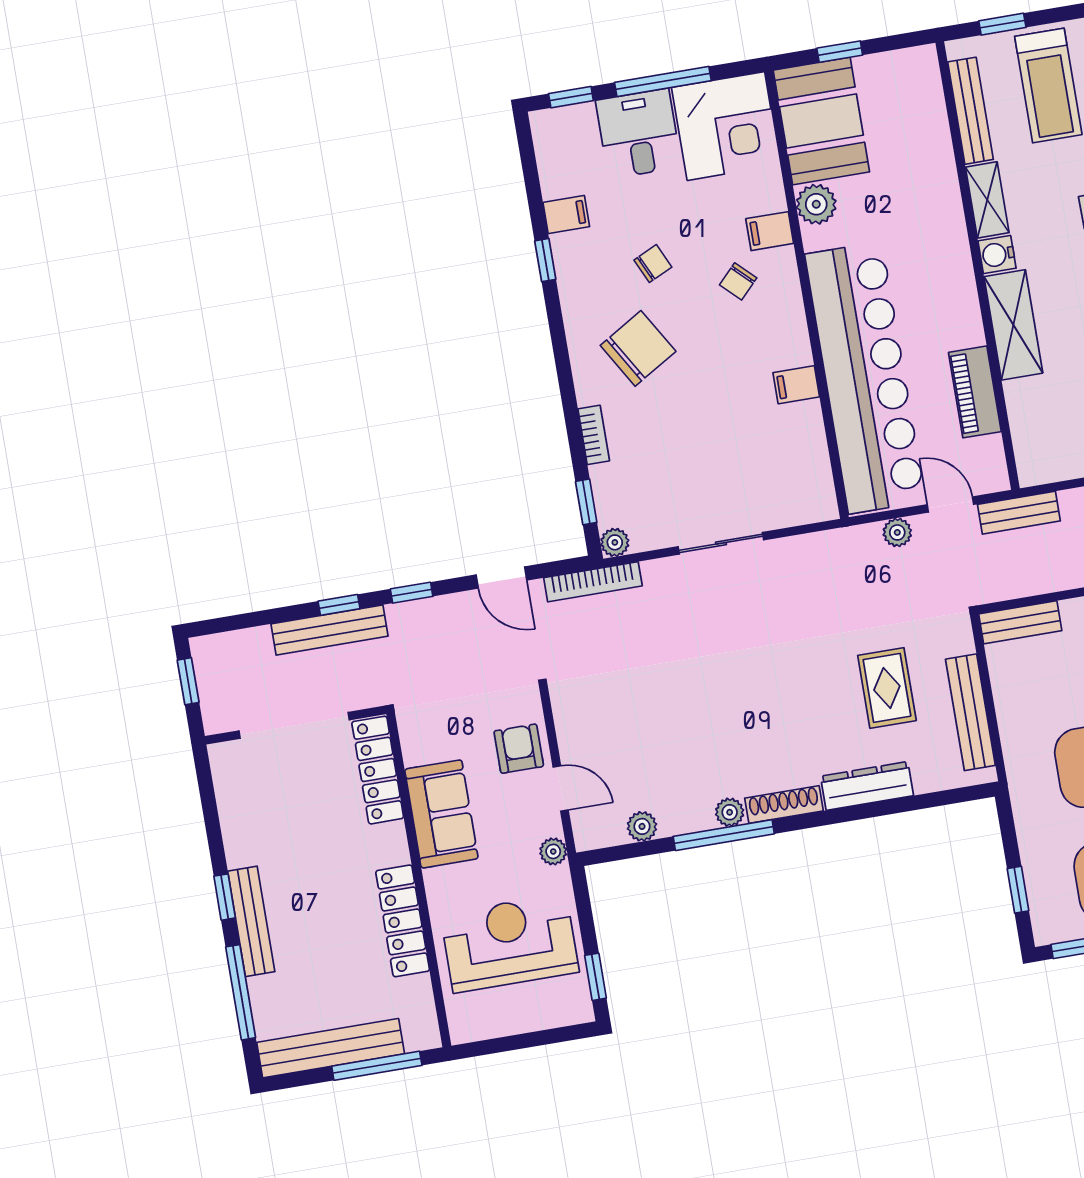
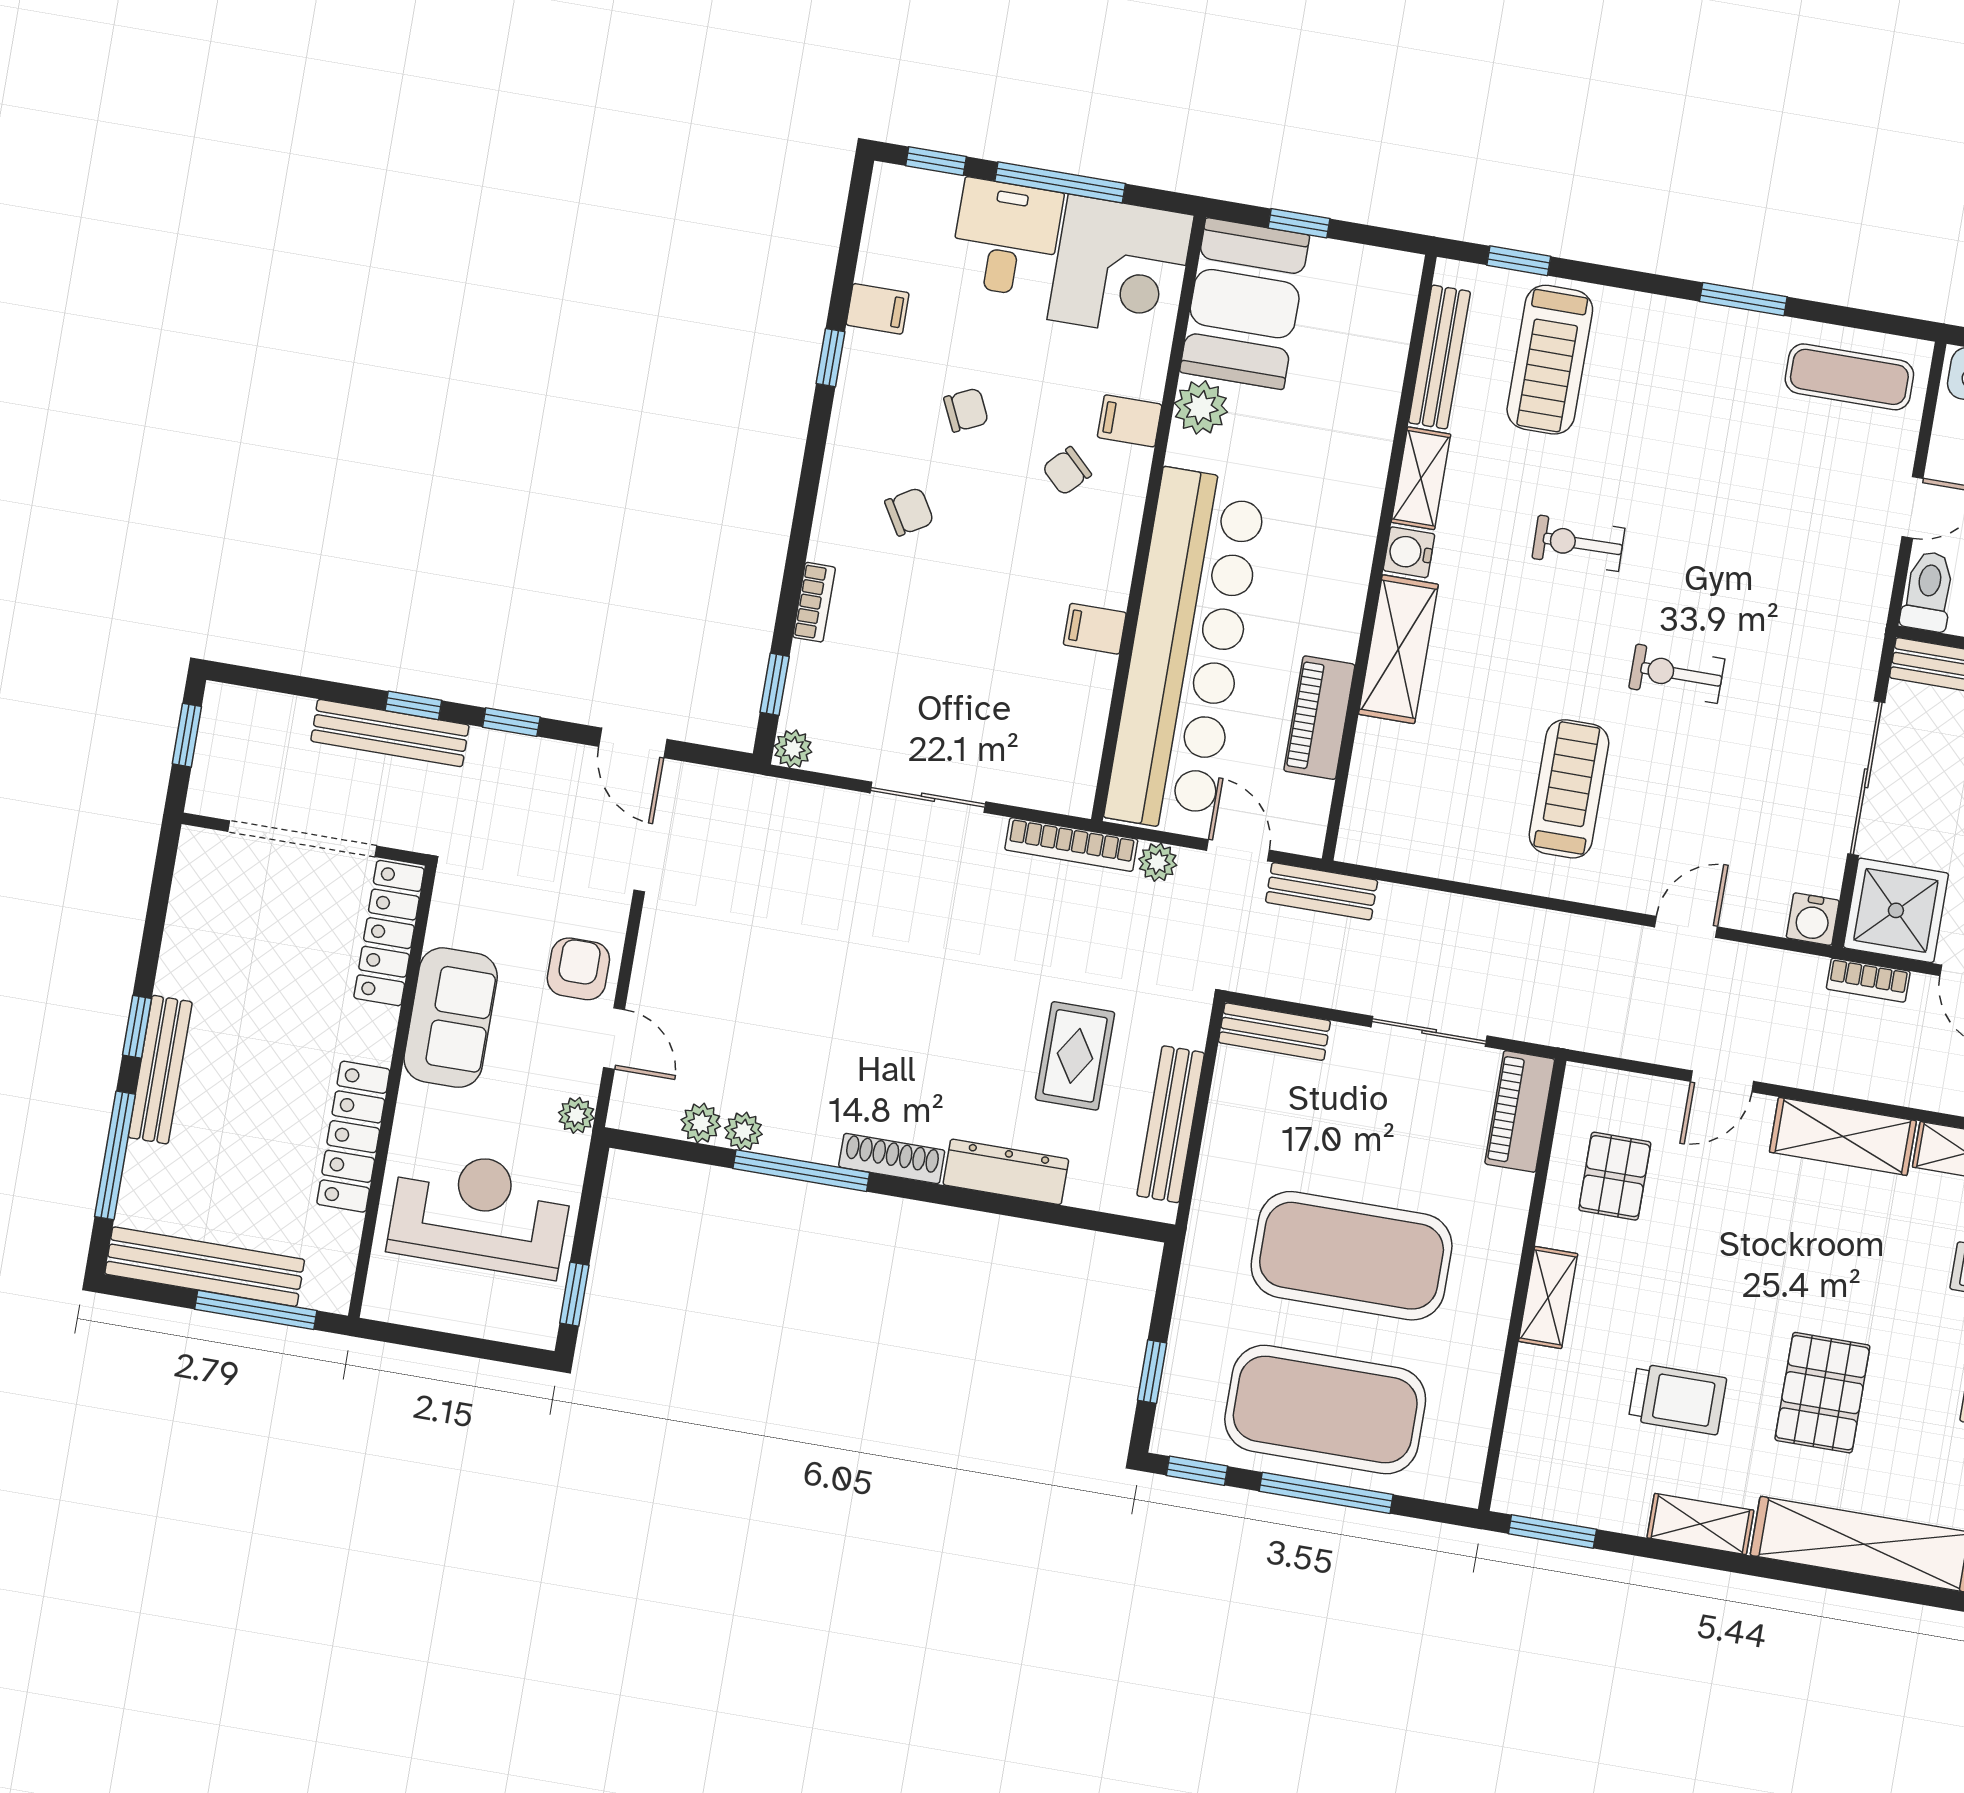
chair: (638, 348) -> (909, 512), width x0.54, depth x0.54
bookcase: (593, 582) -> (1071, 845), moved
plant: (730, 812) -> (743, 1131), moved

